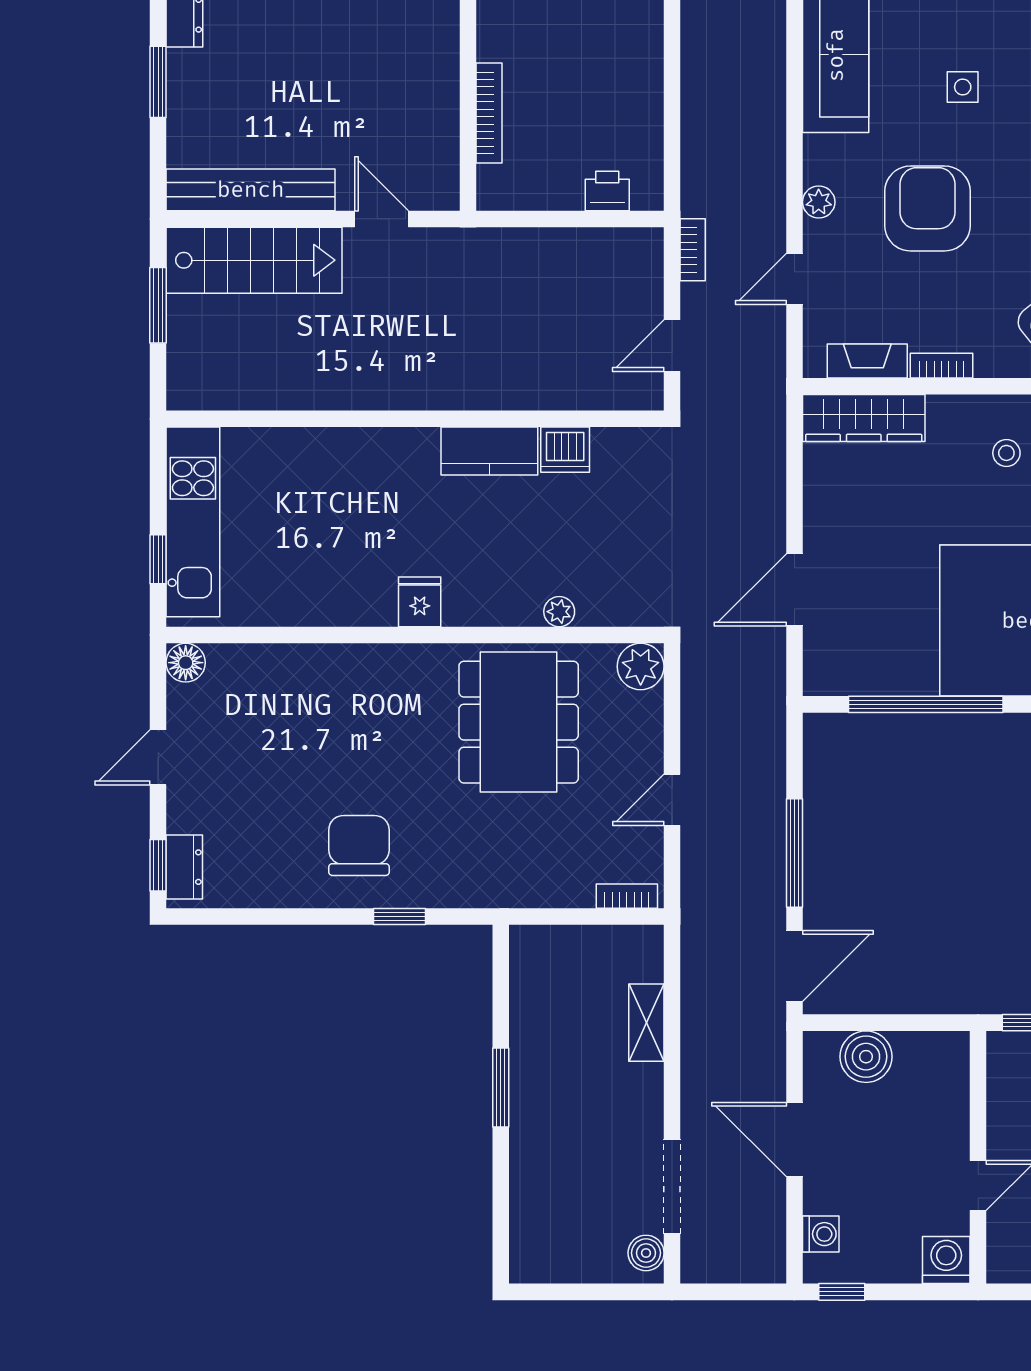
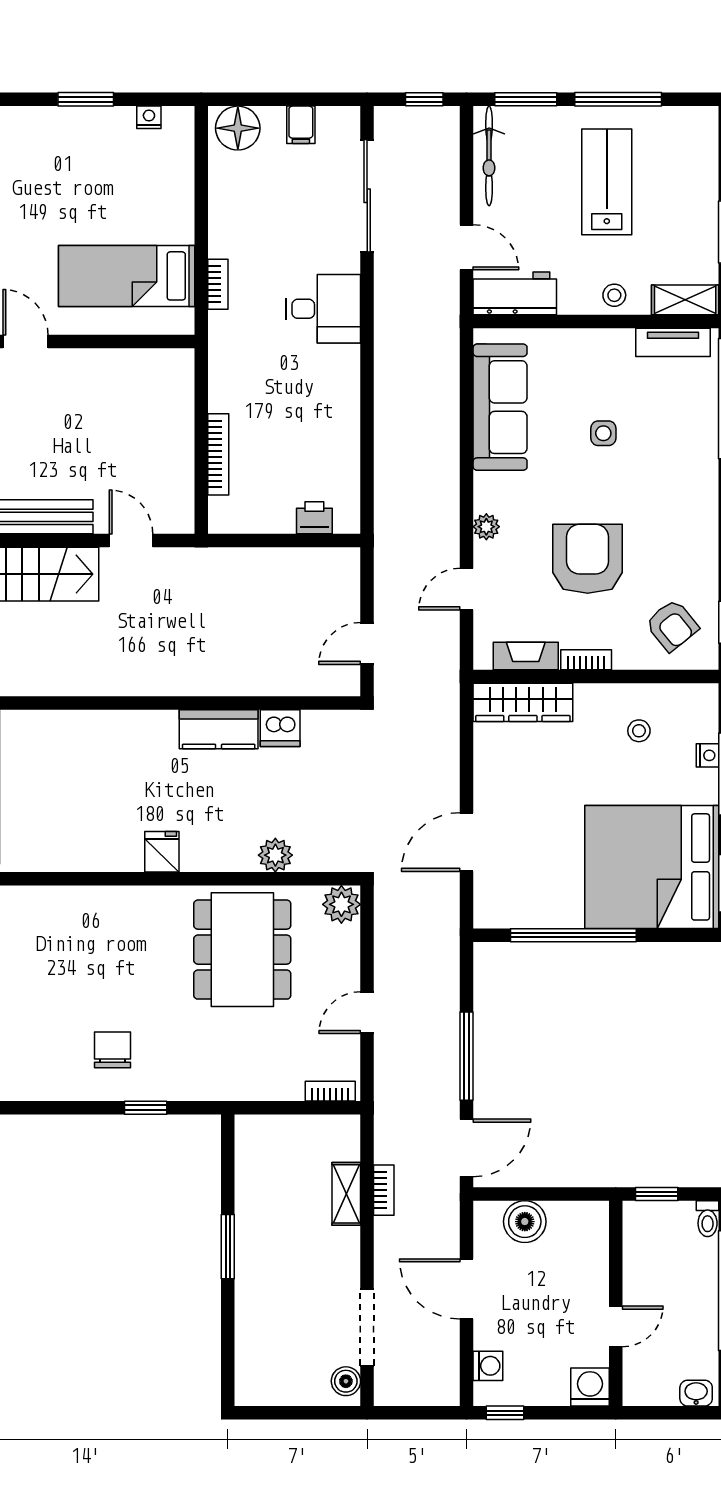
armchair: (927, 208) -> (588, 559), moved
bookcase: (693, 250) -> (384, 1190), moved
plant: (559, 612) -> (275, 855), width x1.38, depth x1.38
chair: (359, 845) -> (113, 1050), width x0.73, depth x0.73

